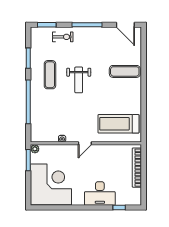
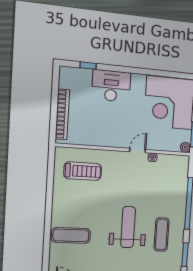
weight bench: (79, 80) -> (128, 227), width x1.36, depth x1.33
treadmill: (119, 124) -> (83, 171), width x0.73, depth x0.73
door: (85, 143) -> (138, 151), moved

